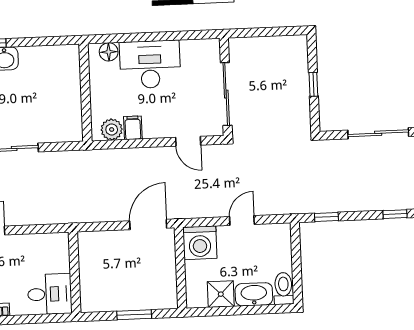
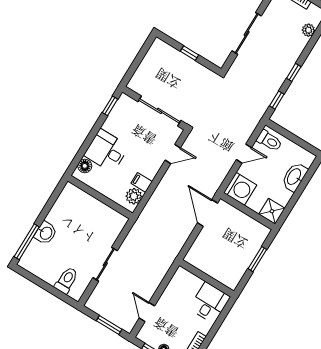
window: (195, 35) -> (110, 106), added
desk: (150, 64) -> (106, 151), width x0.73
window: (395, 214) -> (294, 72), moved
door: (242, 221) -> (244, 154), swing flipped
toilet: (284, 288) -> (269, 141), moved, turned 180
shower: (221, 294) -> (272, 211), moved

